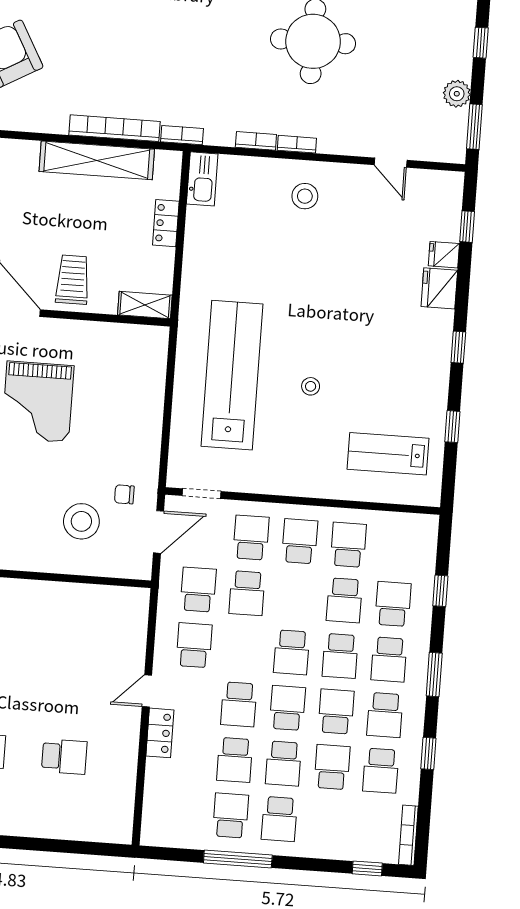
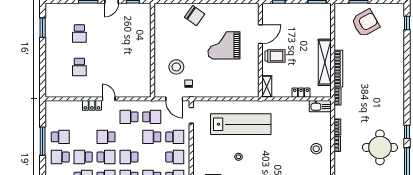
school desk: (194, 645) -> (129, 117), turned 180
school desk: (235, 760) -> (83, 137), removed

